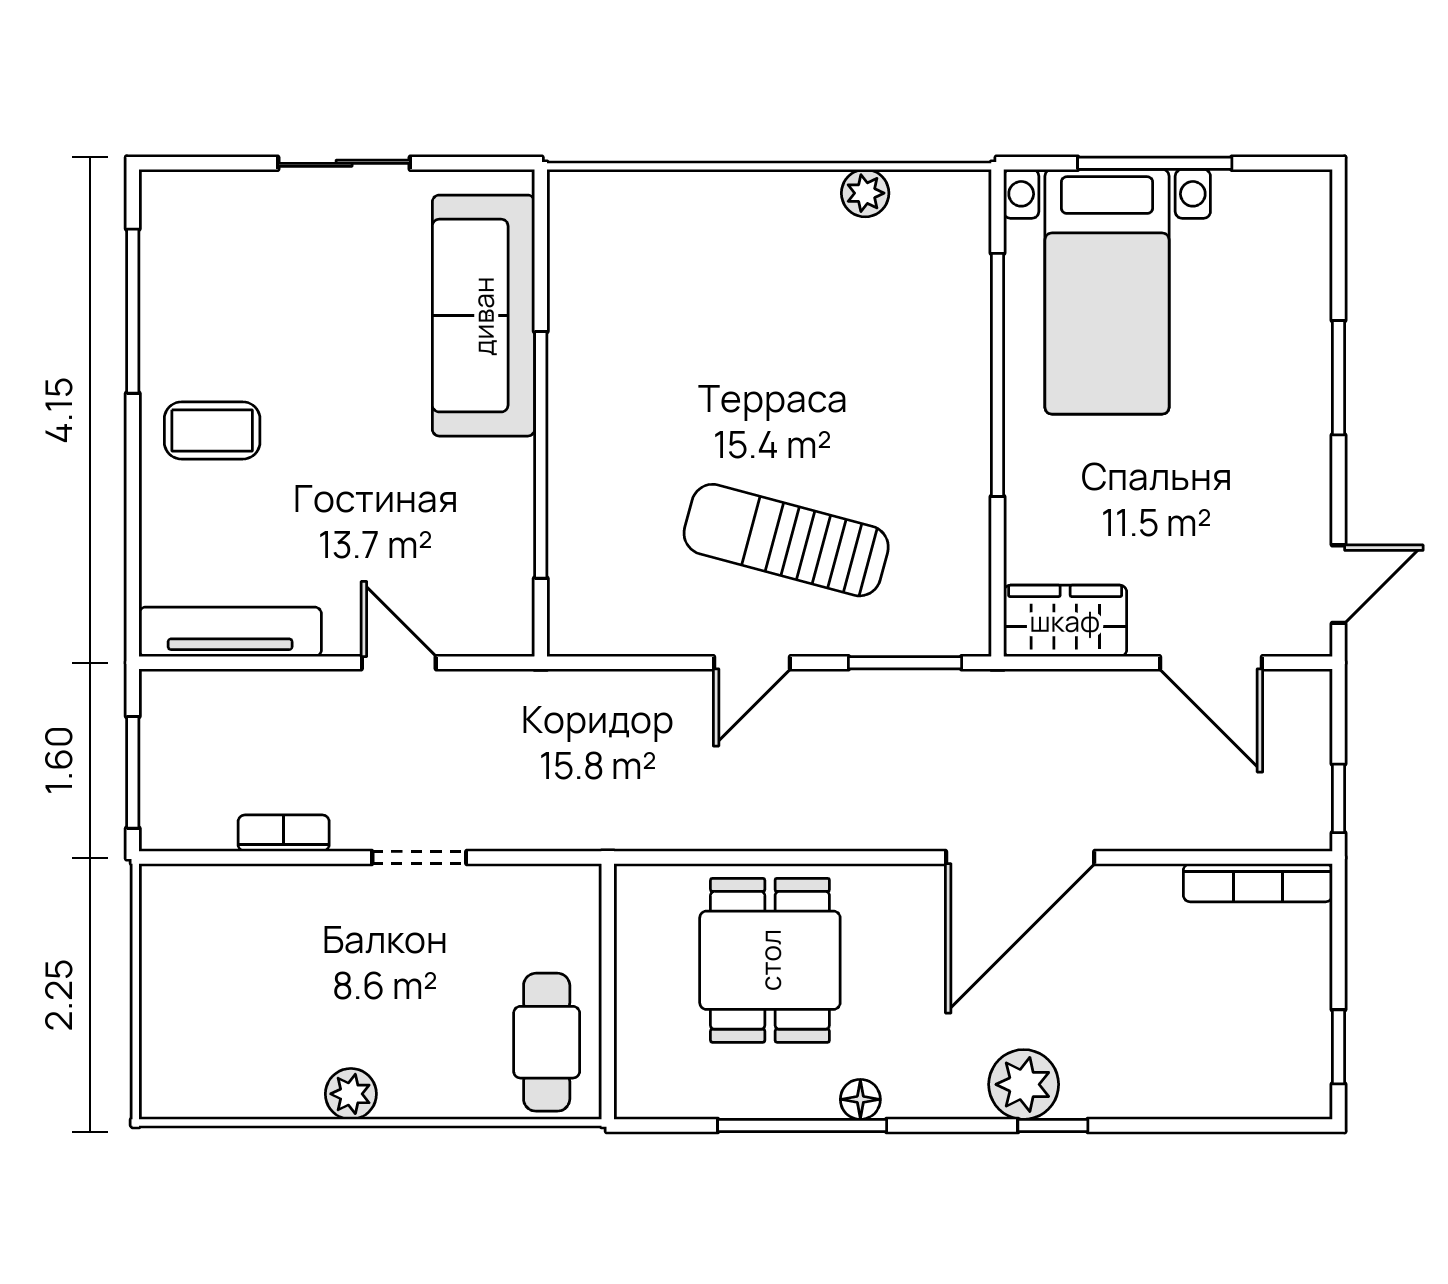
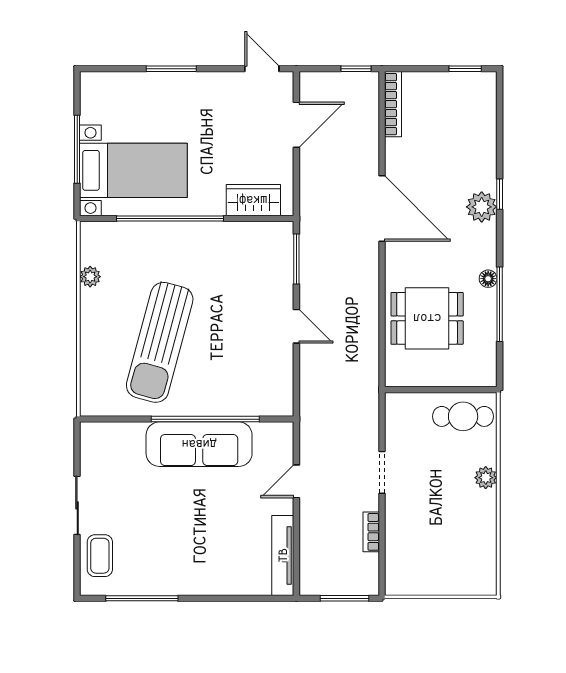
sofa: (483, 316) -> (199, 444), moved
coffee table: (212, 430) -> (100, 556), moved
sun lounger: (786, 540) -> (160, 342), moved, width x1.36, depth x1.34
wardrobe: (1065, 621) -> (253, 200), moved, turned 90
plant: (351, 1094) -> (486, 478), moved

